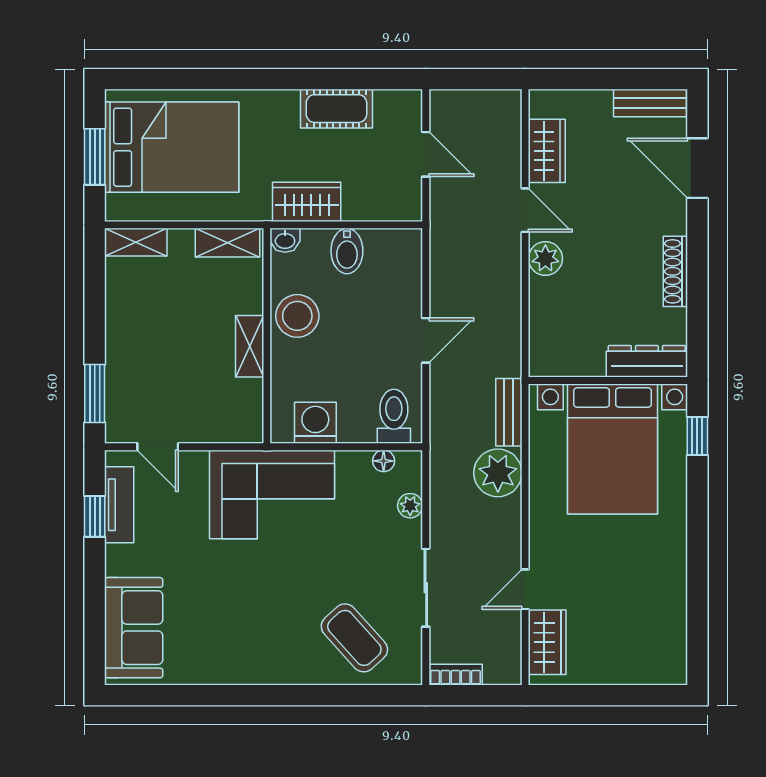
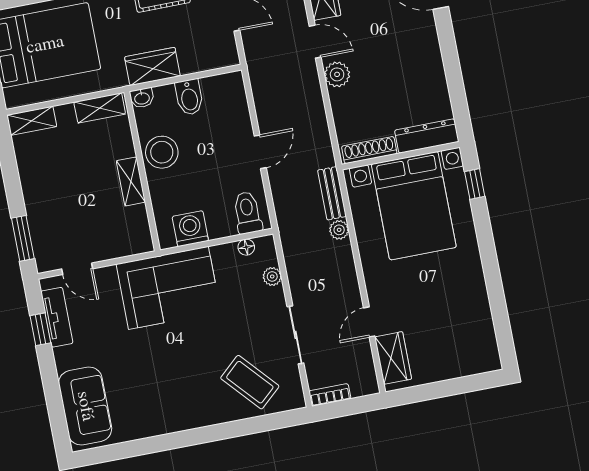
shoe rack: (675, 271) -> (369, 150), moved, turned 90
plant: (498, 473) -> (339, 230), width x0.53, depth x0.53

